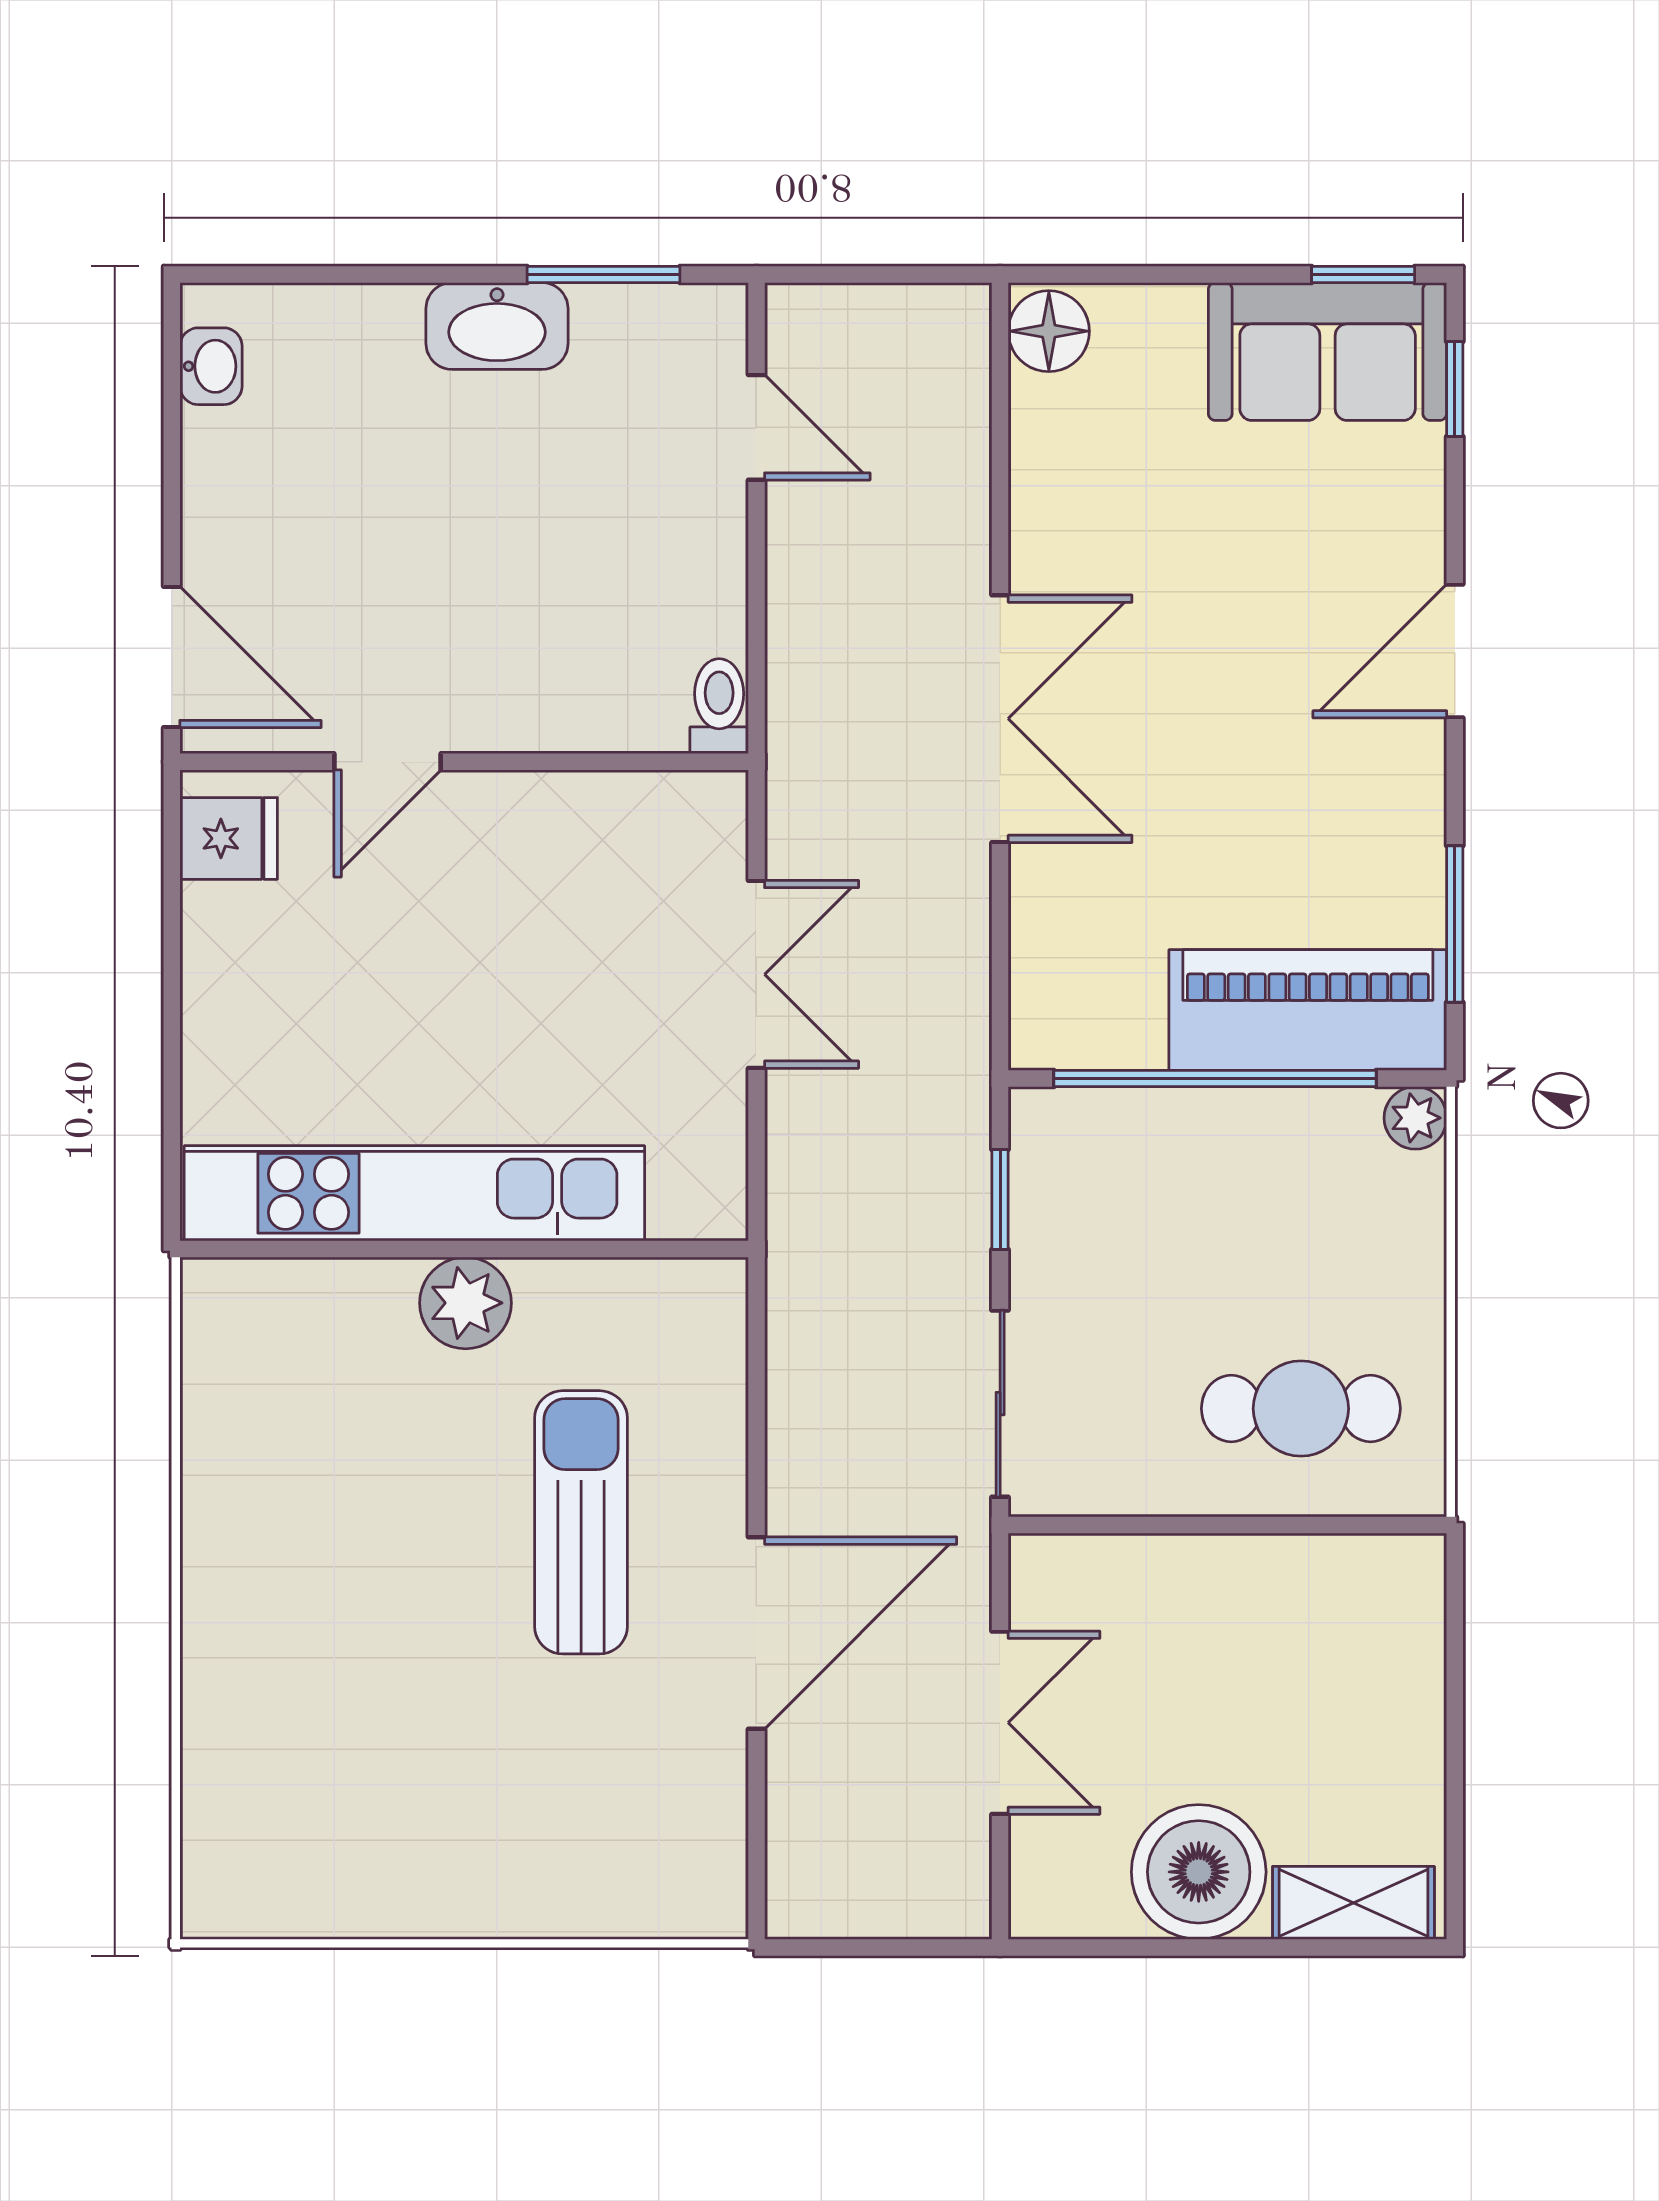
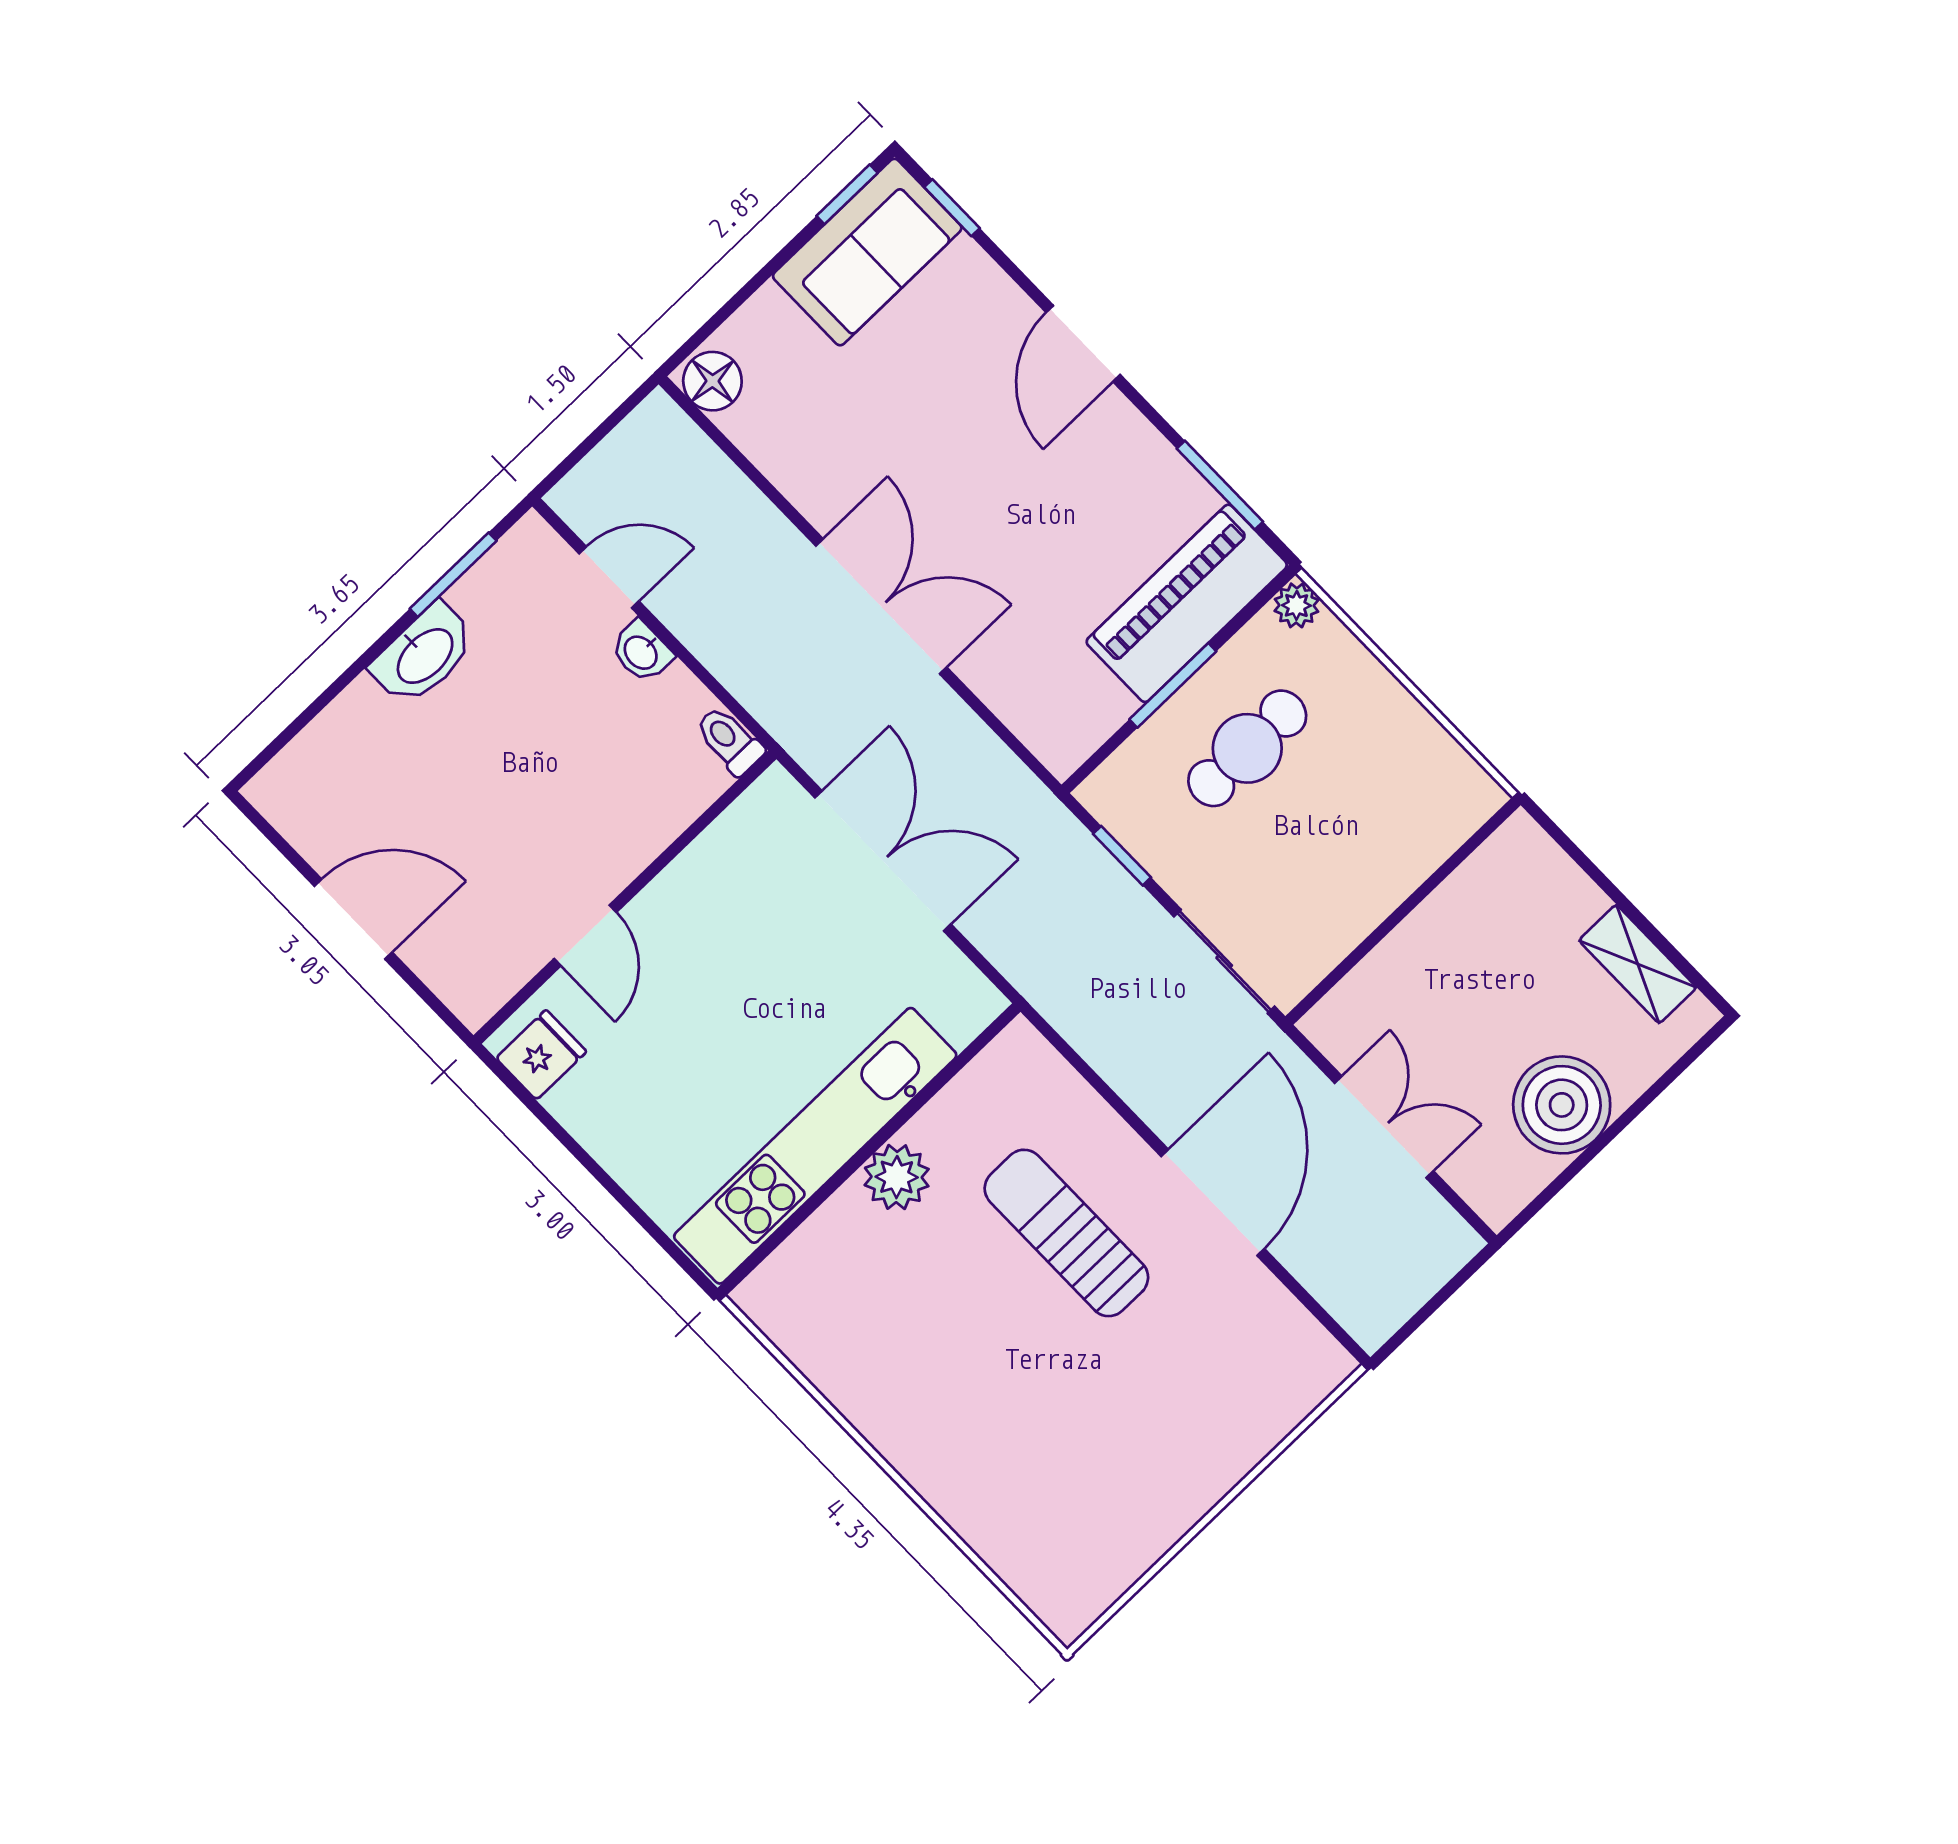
washbasin: (211, 366) -> (642, 652), moved, turned 180
door: (172, 657) -> (353, 919), moved
double door: (756, 974) -> (883, 861), width x1.37
window: (1215, 1078) -> (1173, 685), width x0.47
cafe table: (1301, 1409) -> (1247, 748), moved
shelving: (1353, 1903) -> (1638, 964), moved, turned 90

